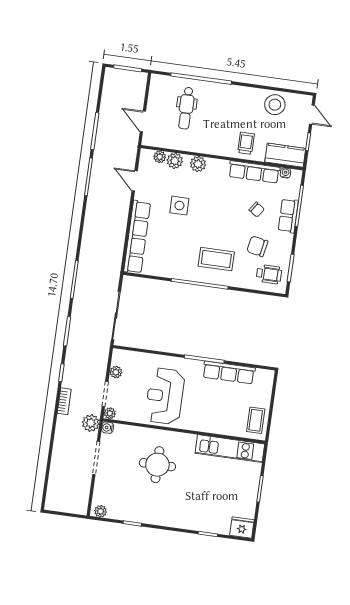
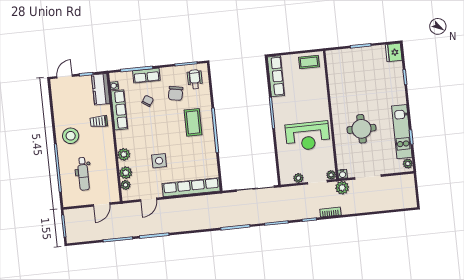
stool: (275, 105) -> (71, 136), moved
dental chair: (186, 108) -> (83, 174), turned 90
row of seats: (229, 372) -> (276, 76), moved
kitchen unit: (230, 449) -> (402, 132), moved, turned 180

